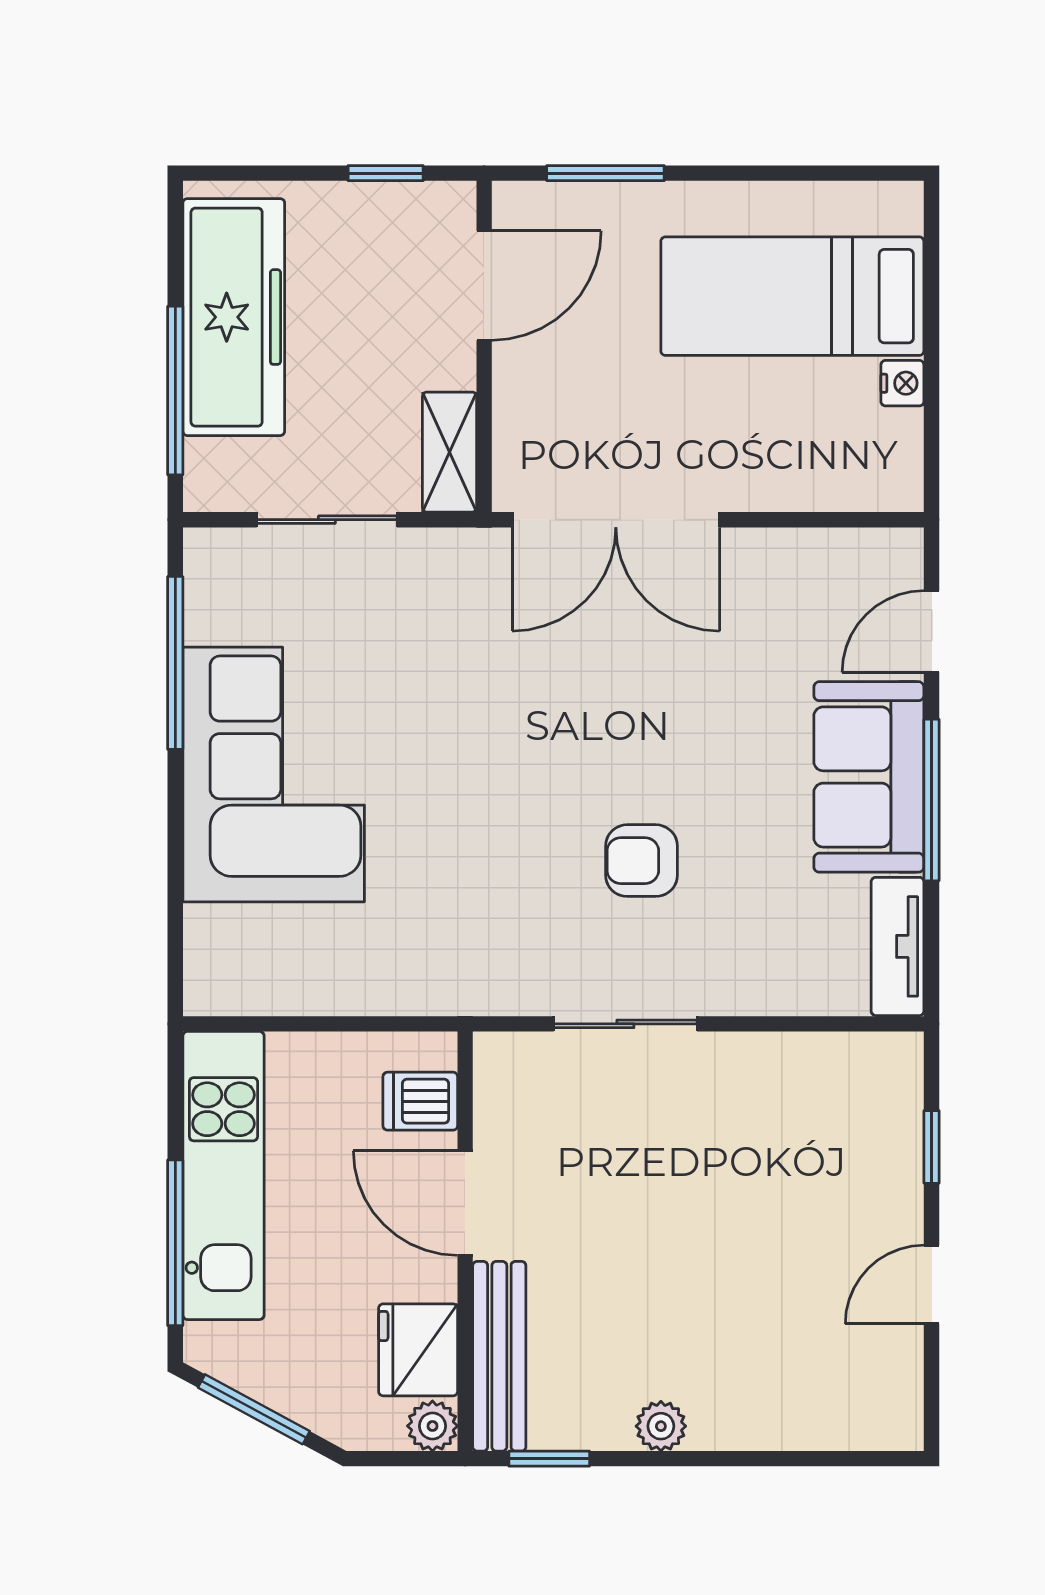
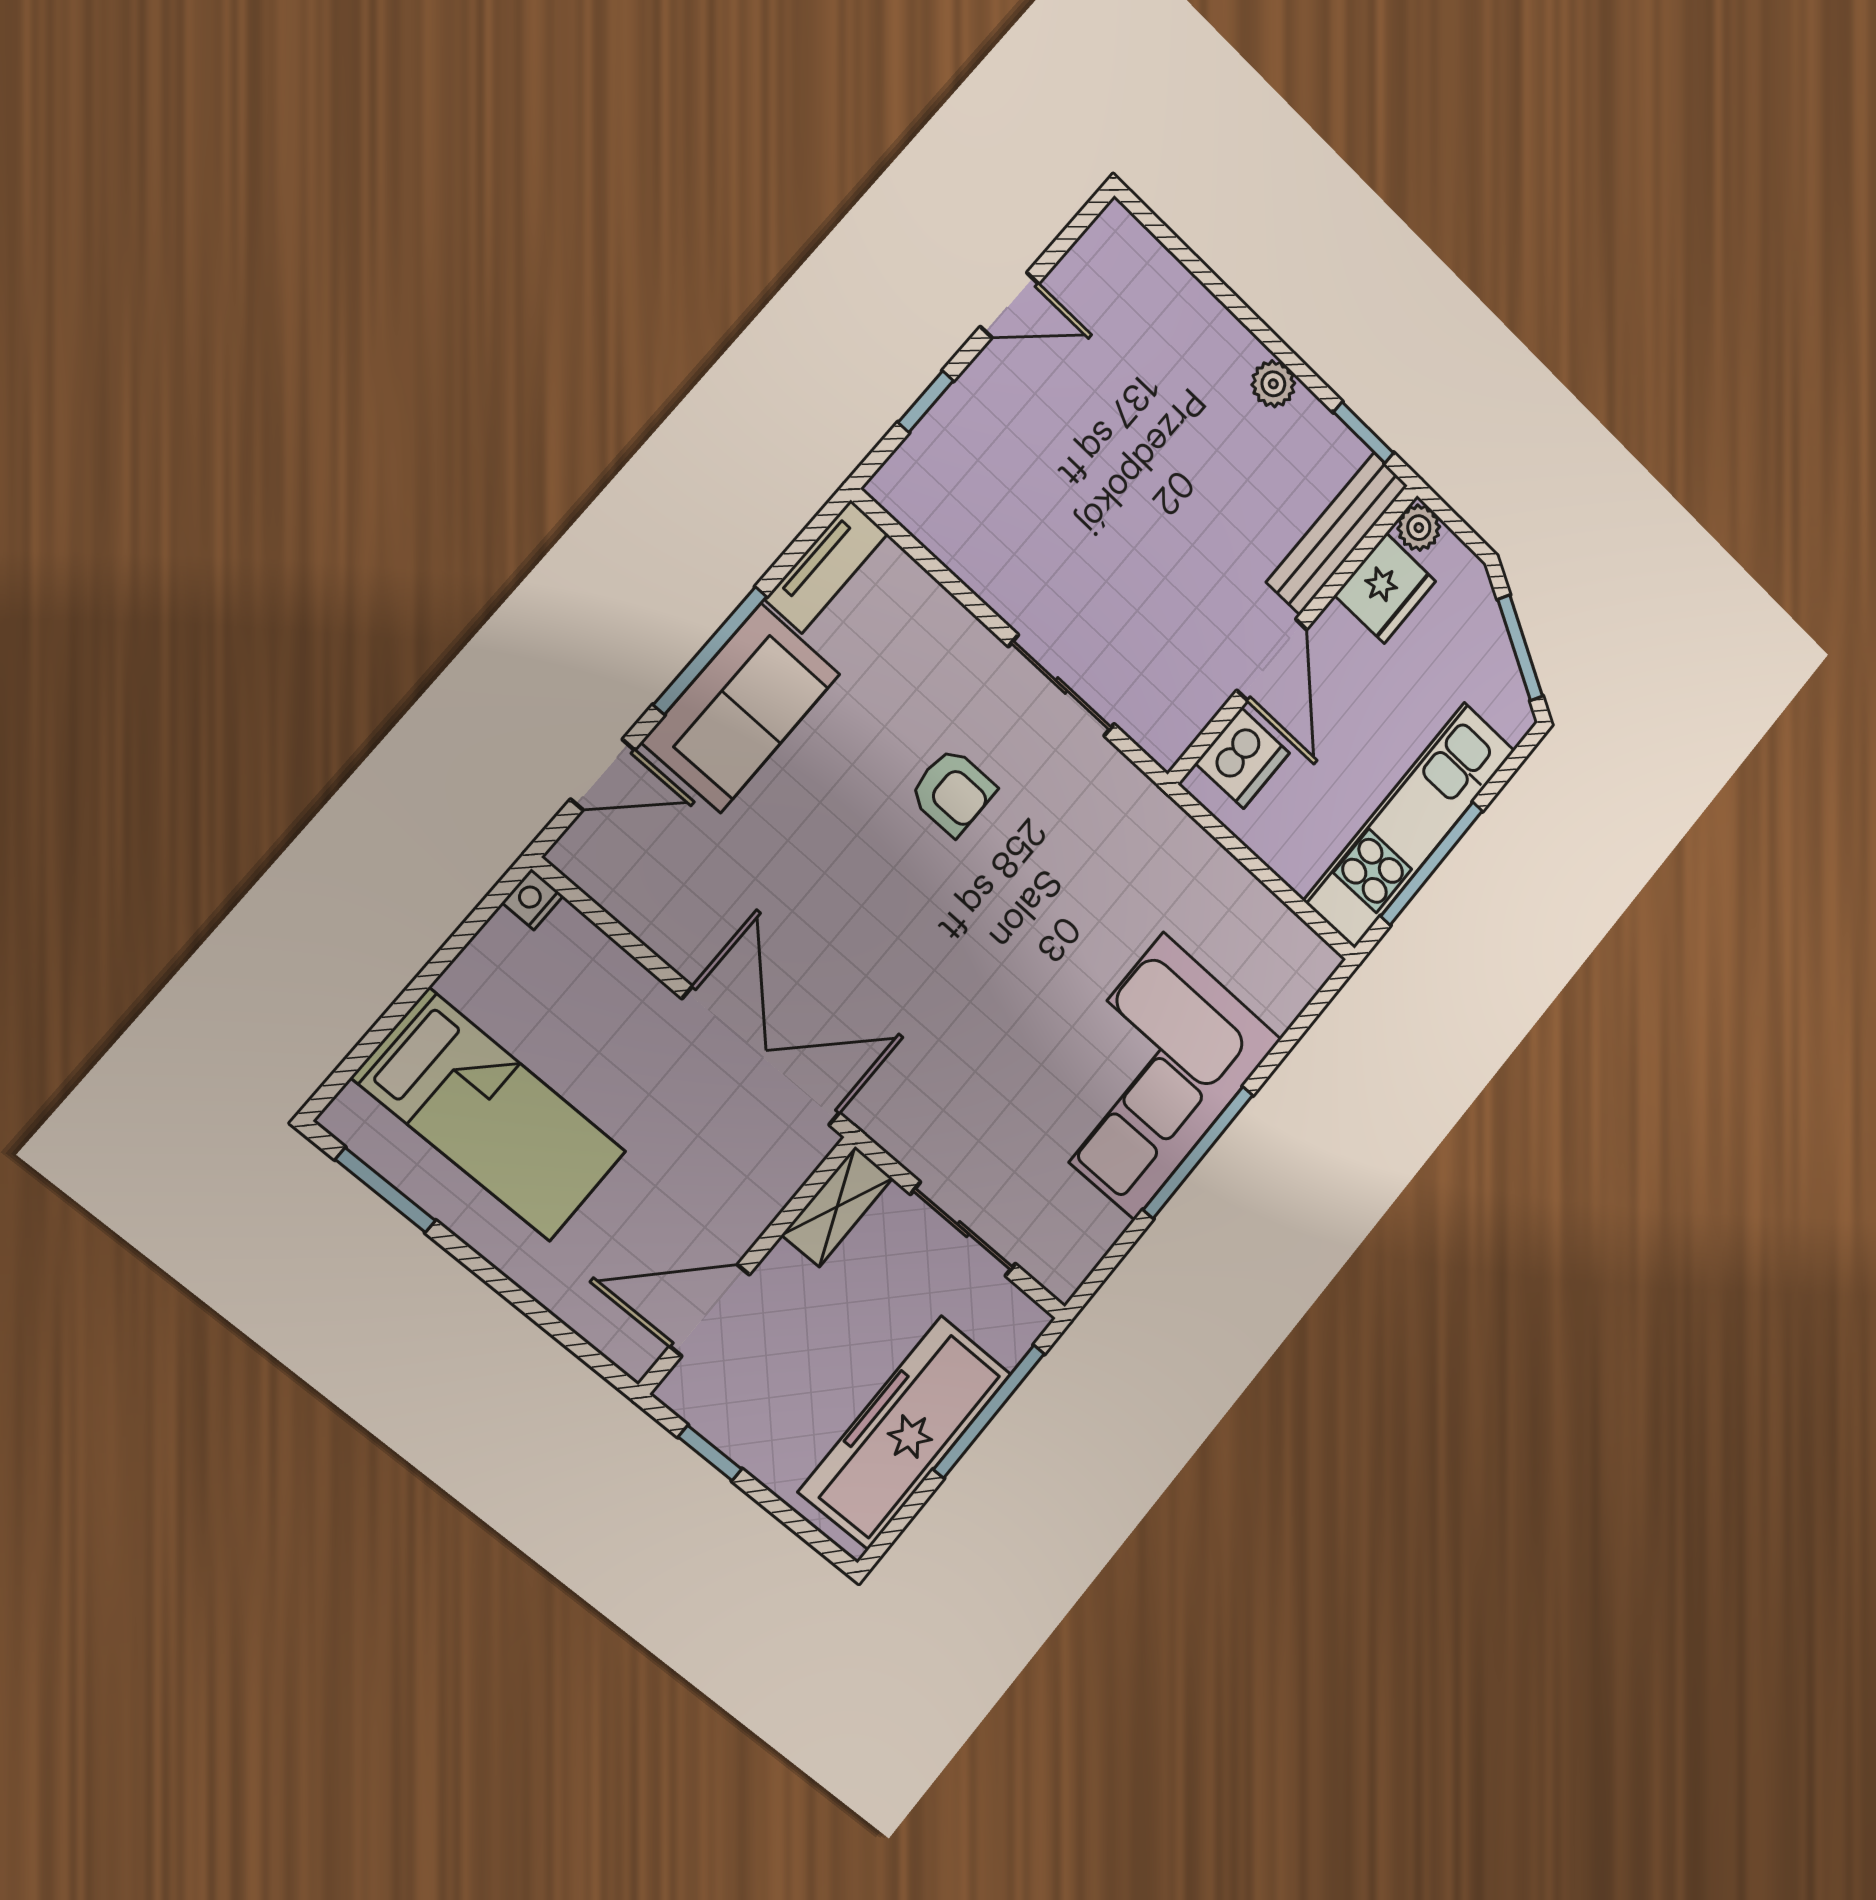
window: (605, 173) -> (385, 1190), moved
nightstand: (902, 383) -> (533, 899), moved
window: (175, 663) -> (1198, 1152), moved
dishwasher: (420, 1101) -> (1242, 758), width x1.38
window: (175, 1243) -> (1432, 863), moved

